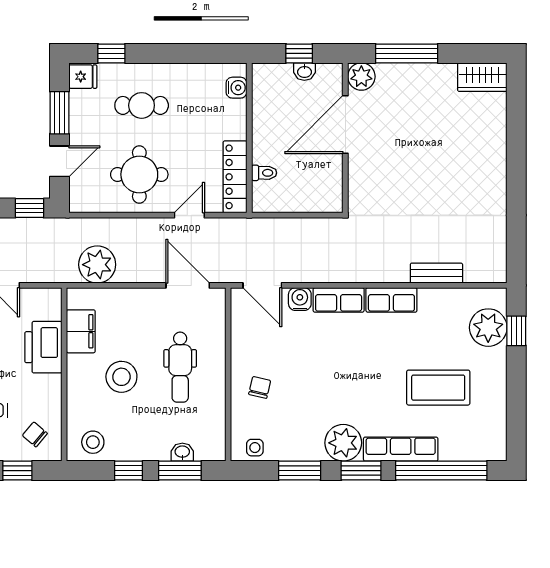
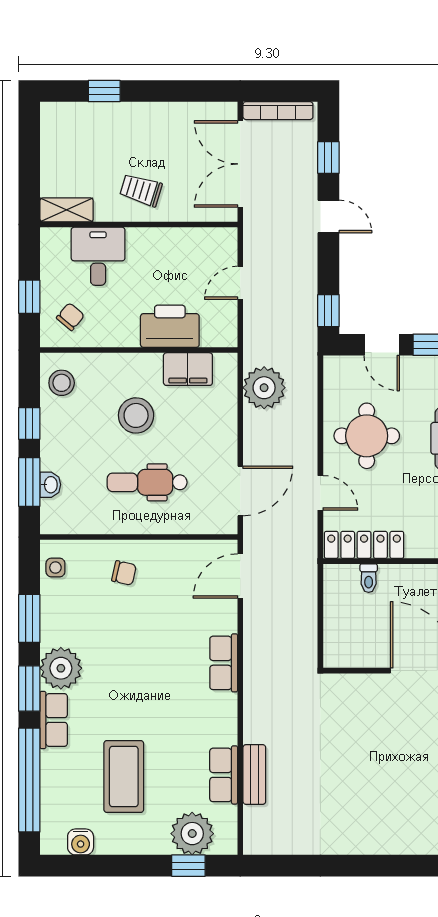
water cooler: (300, 299) -> (81, 842), moved, turned 90
row of seats: (391, 300) -> (224, 775), moved
row of seats: (401, 449) -> (54, 720), width x0.68

